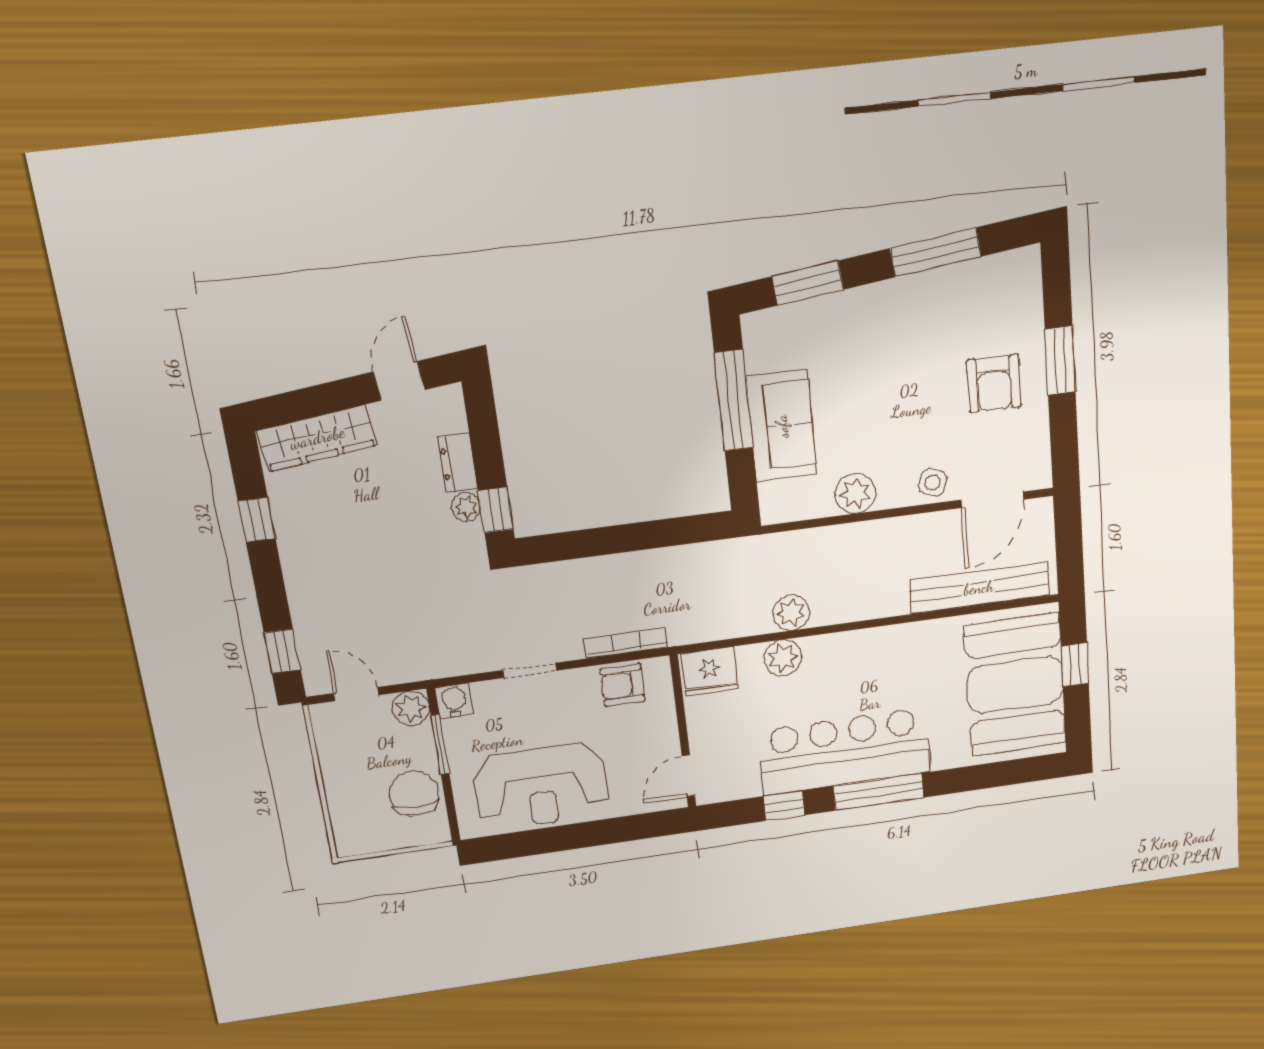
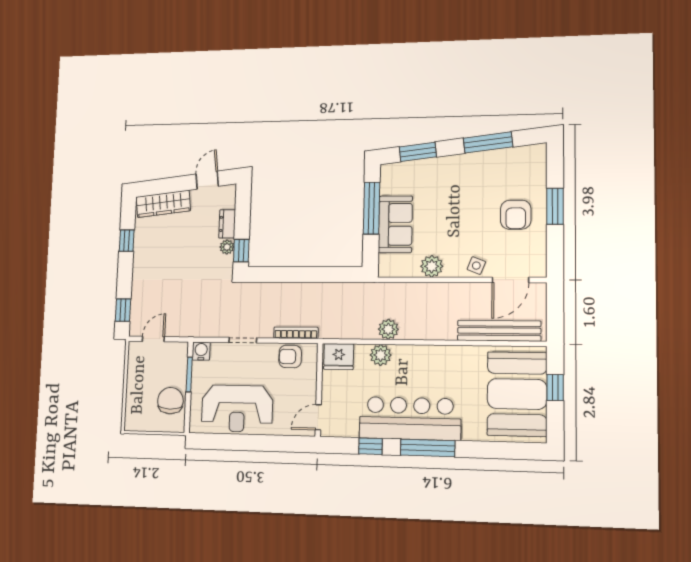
door: (356, 694) -> (153, 339), hinge flipped
plant: (411, 708) -> (179, 351), removed

